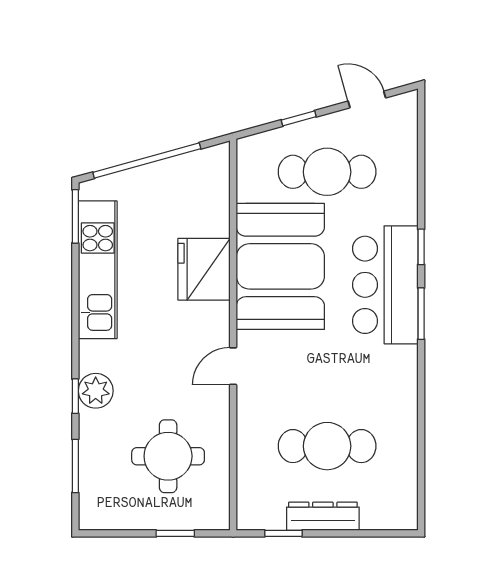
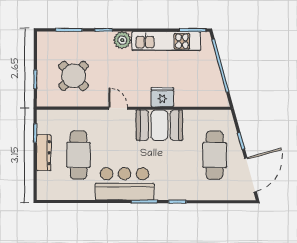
door: (367, 99) -> (250, 175), width x1.88
booth: (280, 266) -> (159, 125), width x0.73, depth x0.70
fridge: (204, 269) -> (162, 97), width x0.73, depth x0.75
bar counter: (385, 285) -> (125, 184), moved
plant: (96, 391) -> (122, 40), moved
round table: (168, 456) -> (74, 76), turned 45

